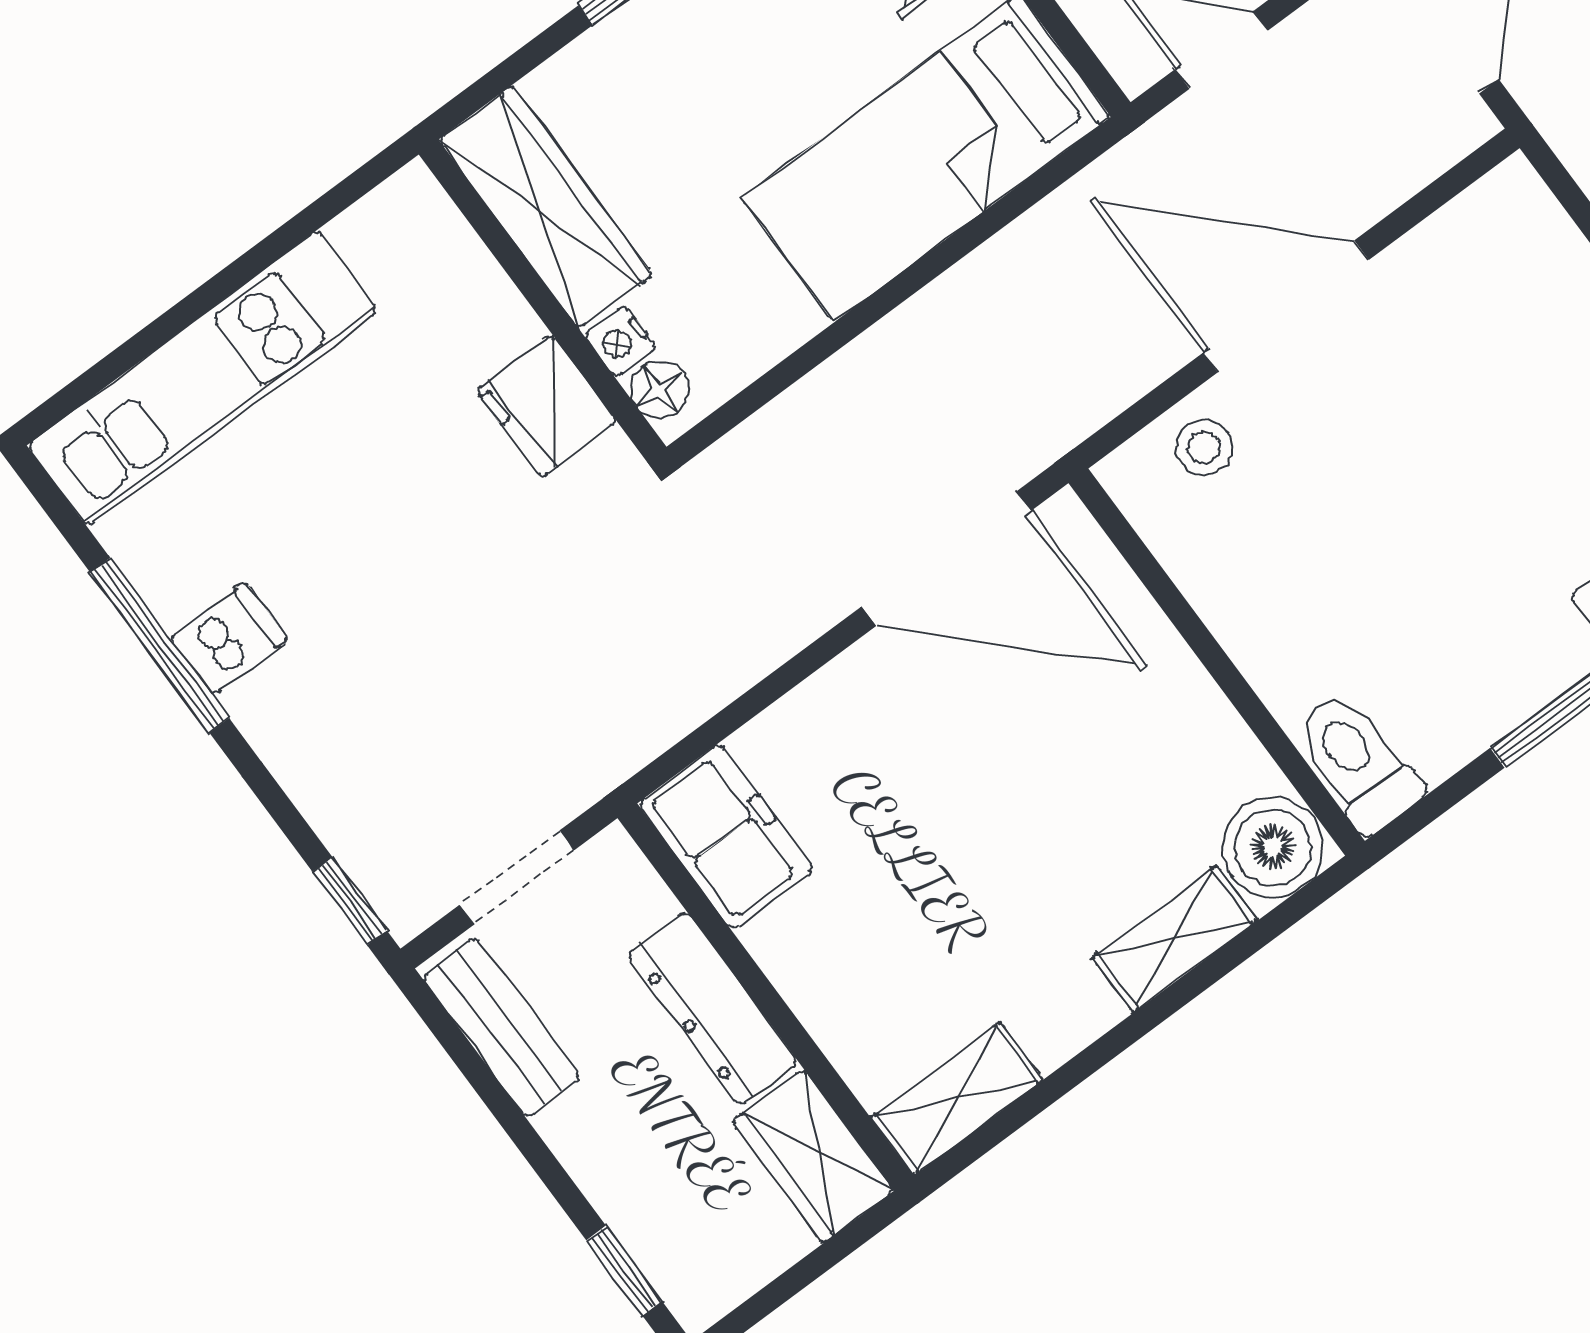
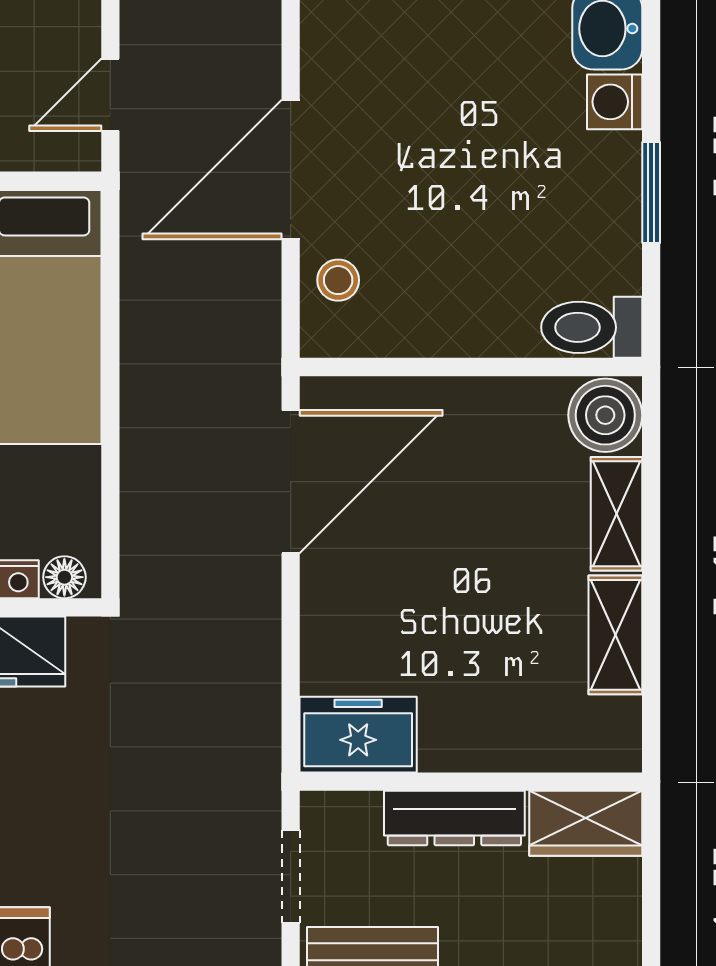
shelving: (957, 1099) -> (615, 635), moved

